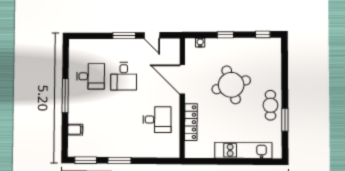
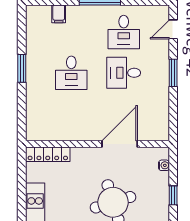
door: (152, 35) -> (173, 29), moved
desk: (157, 120) -> (71, 73), moved
locker: (191, 122) -> (48, 154), moved
window: (86, 160) -> (22, 27), removed

